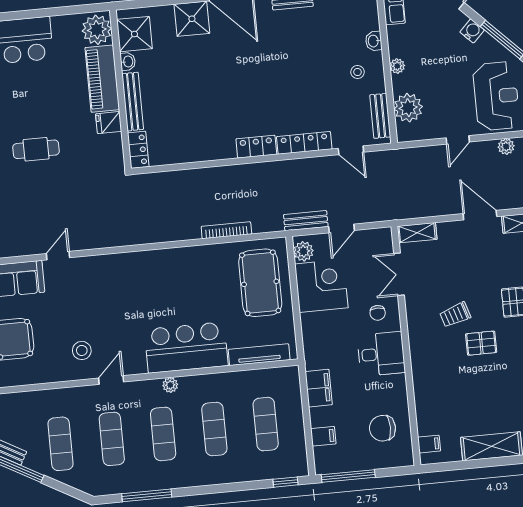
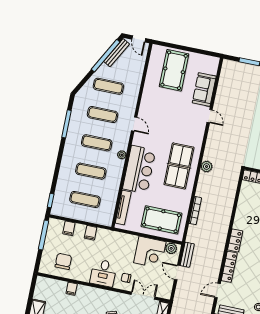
plant: (145, 234) -> (207, 167), added
table tennis table: (159, 282) -> (179, 166), added
stool: (82, 350) -> (155, 113), removed
filing cabinet: (319, 388) -> (91, 233), width x0.50
filing cabinet: (429, 444) -> (72, 289), moved

